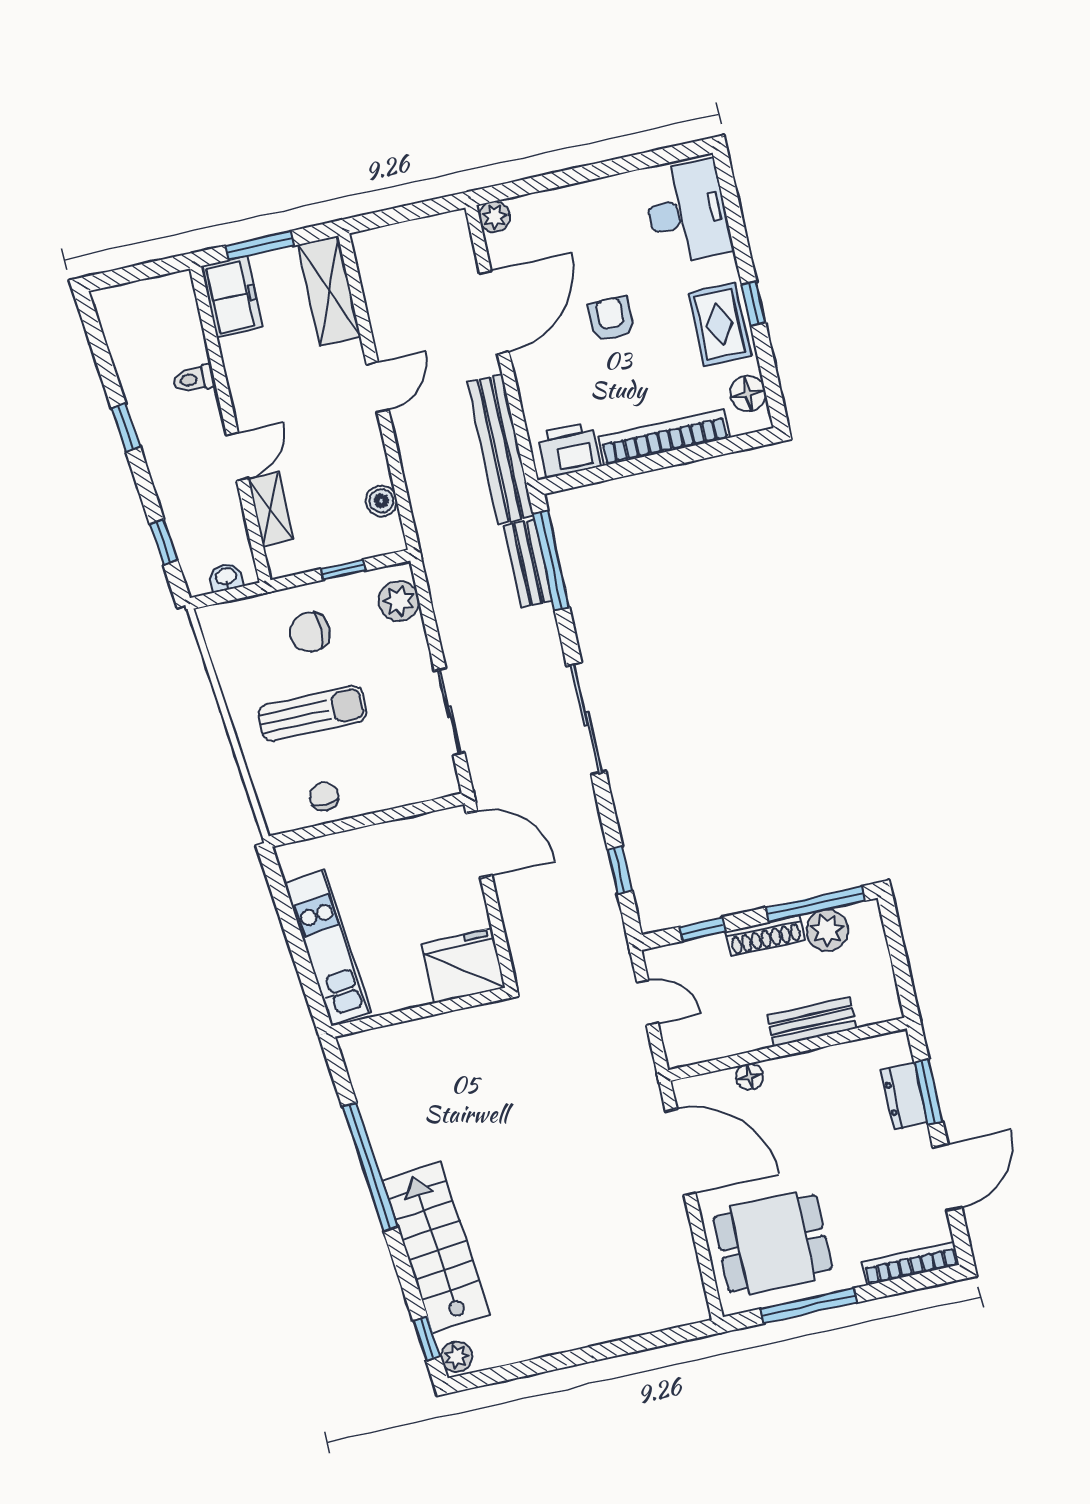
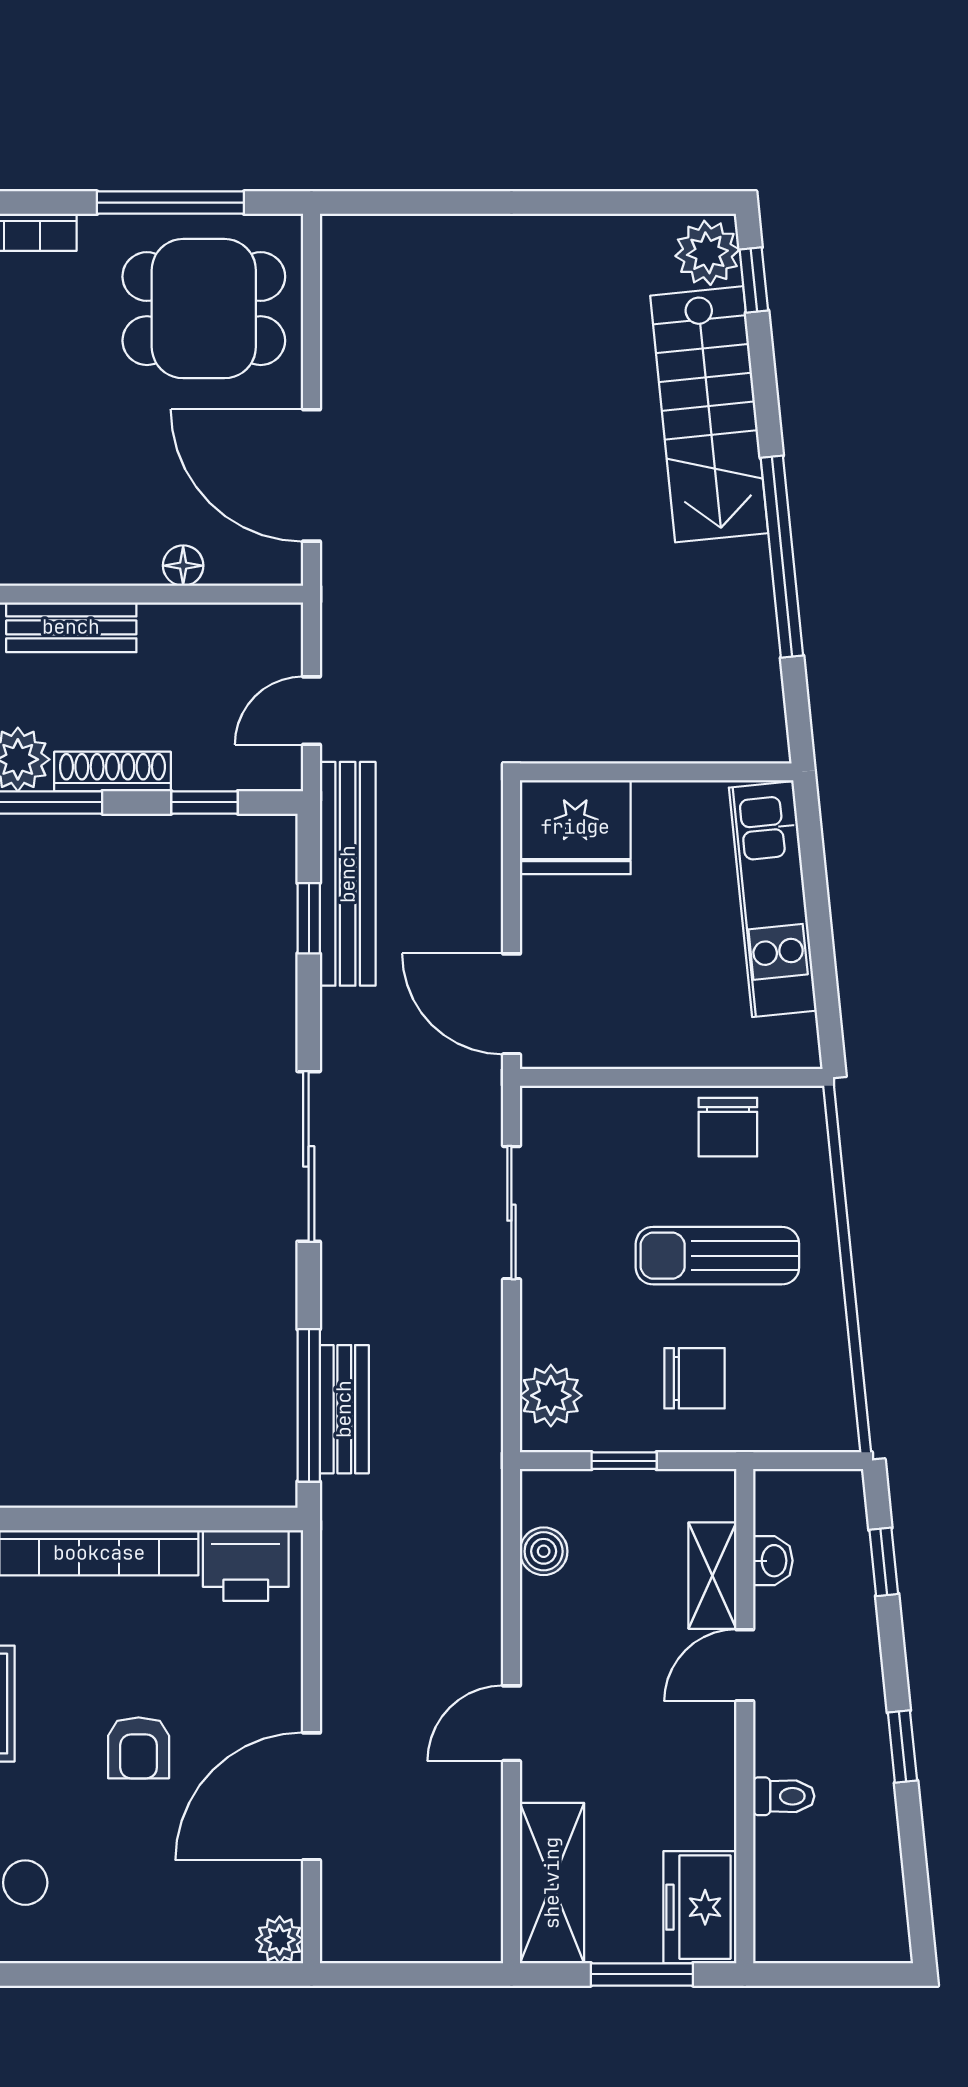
bench: (501, 449) -> (348, 874), moved
washbasin: (226, 577) -> (773, 1561), moved, turned -90
chair: (324, 796) -> (728, 1127), width x1.37, depth x1.37
door: (647, 1003) -> (311, 711), hinge flipped
plant: (457, 1357) -> (707, 253), width x1.38, depth x1.38

